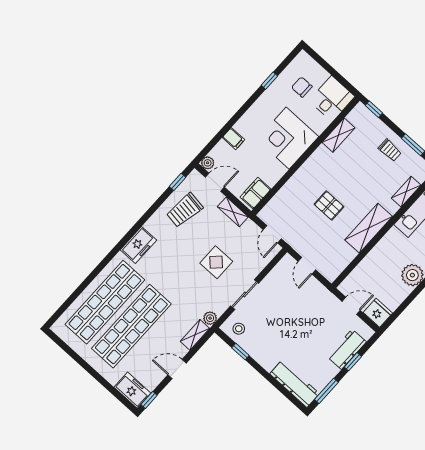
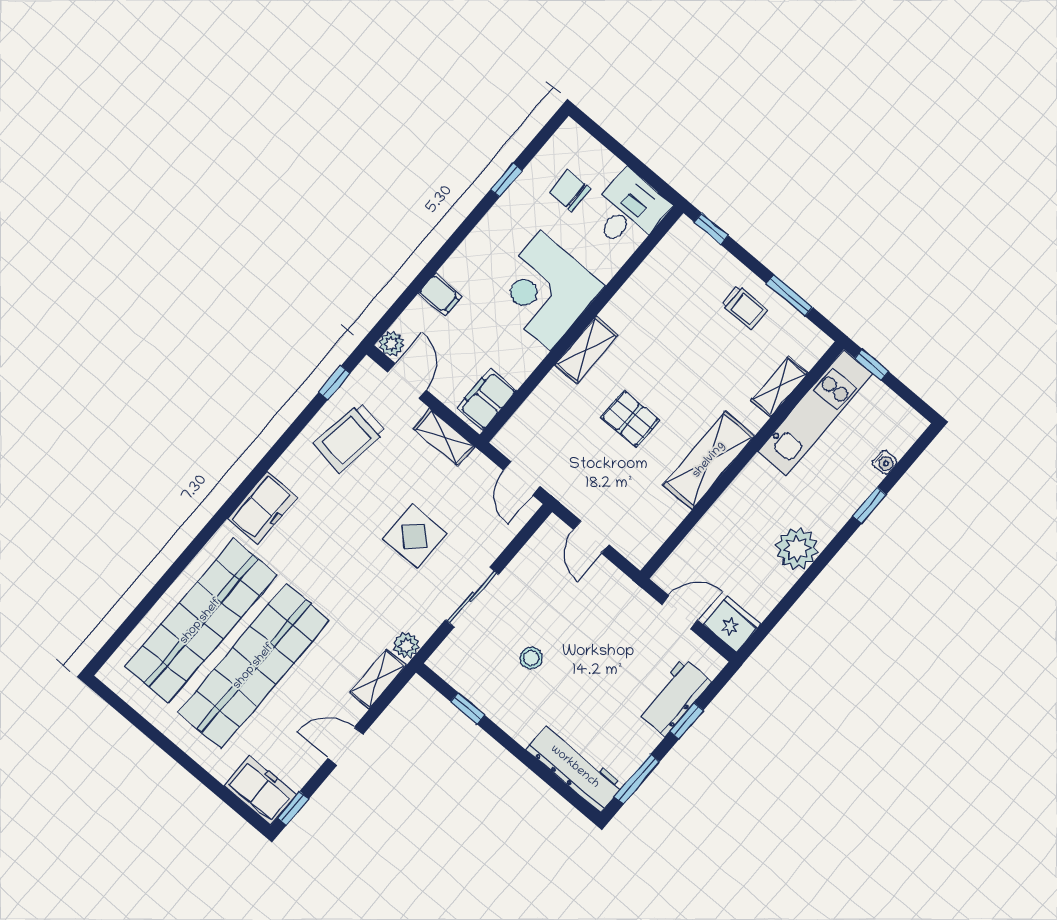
shelving: (339, 135) -> (586, 350), moved
door: (215, 182) -> (407, 381), hinge flipped
stool: (239, 329) -> (531, 658), moved

